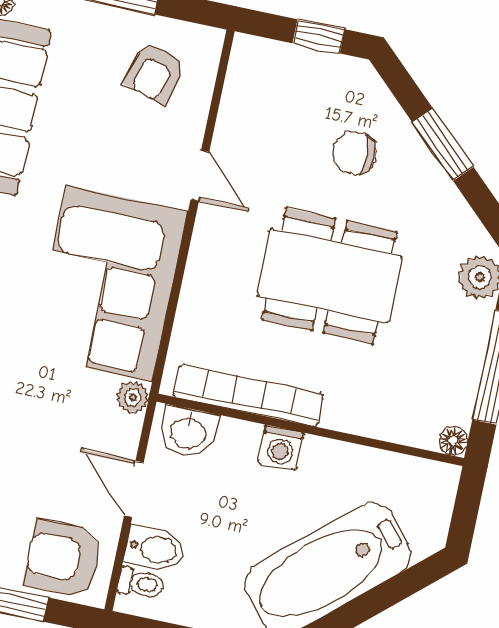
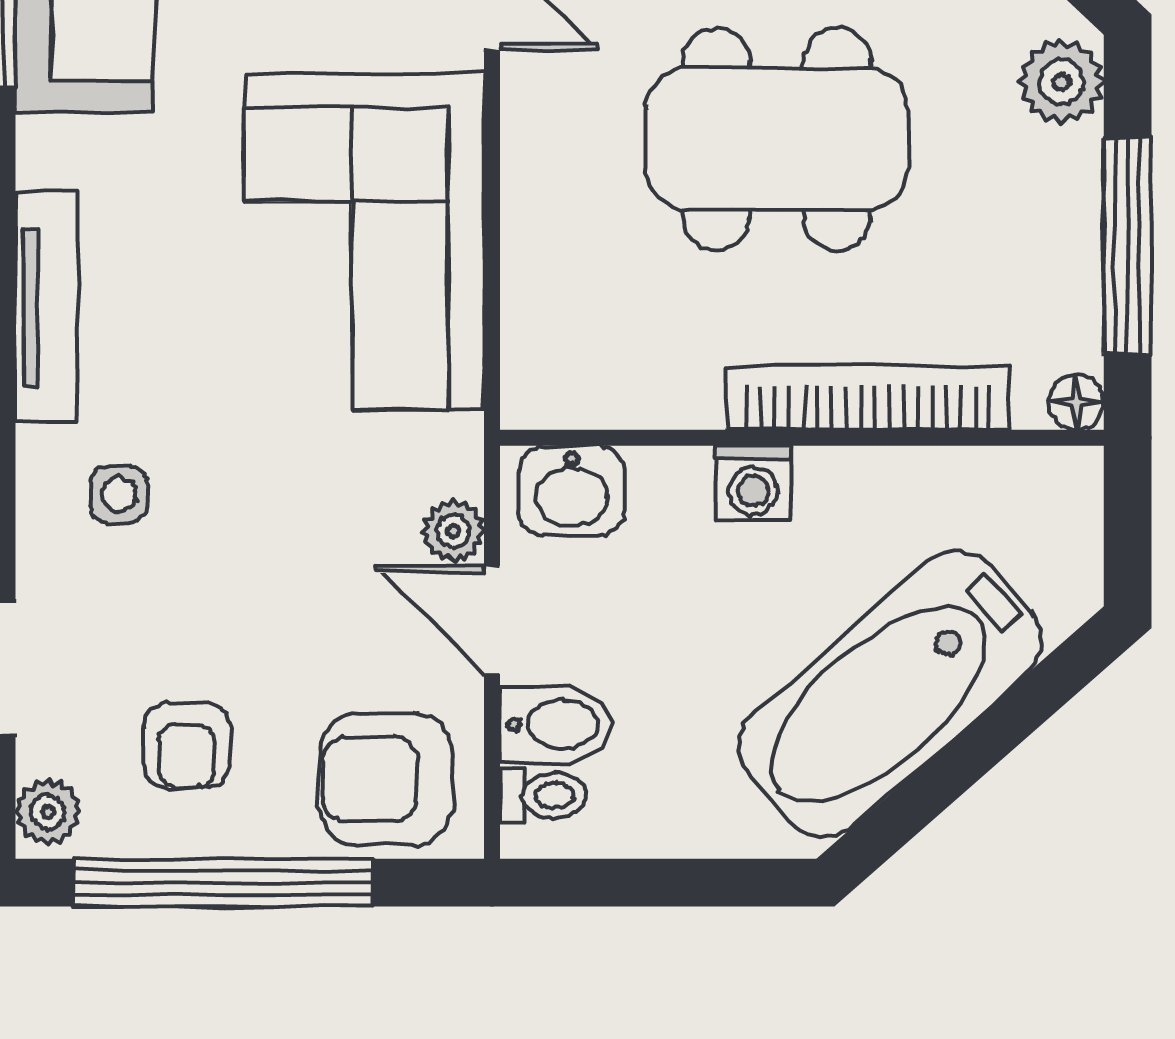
bookcase: (248, 396) -> (868, 398), moved
plant: (133, 397) -> (453, 531), moved

